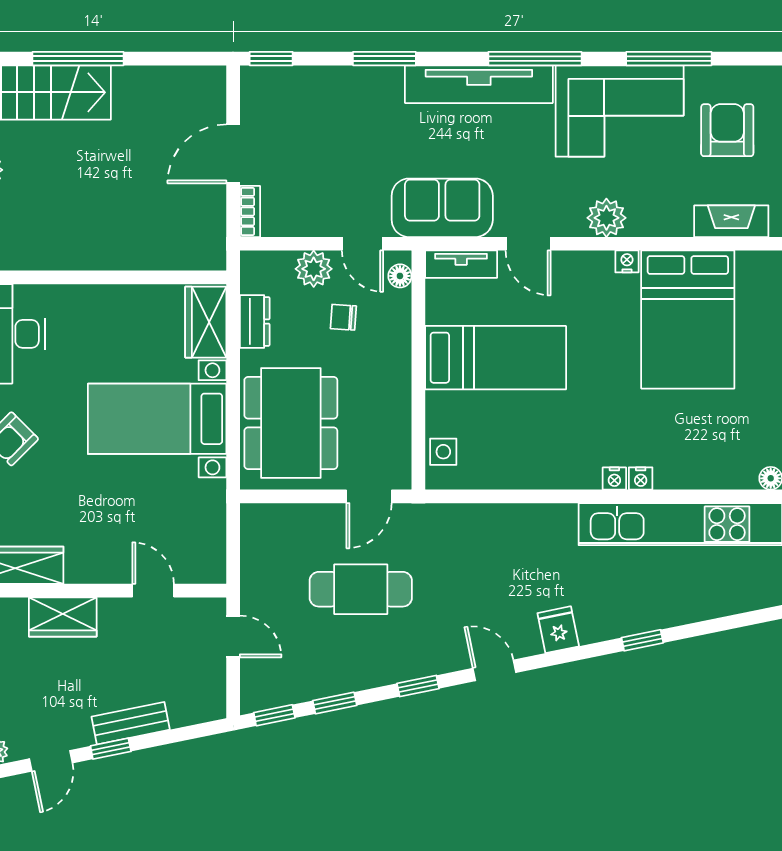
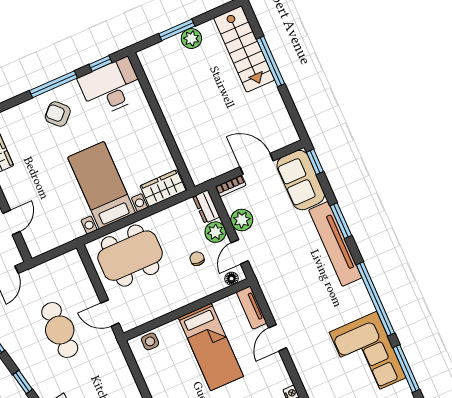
window: (535, 59) -> (375, 299), width x1.46
tv unit: (479, 84) -> (335, 244), moved
sofa: (442, 208) -> (301, 180), moved, turned 180
plant: (606, 218) -> (242, 220), moved
dresser: (255, 321) -> (206, 207), moved, turned 90

